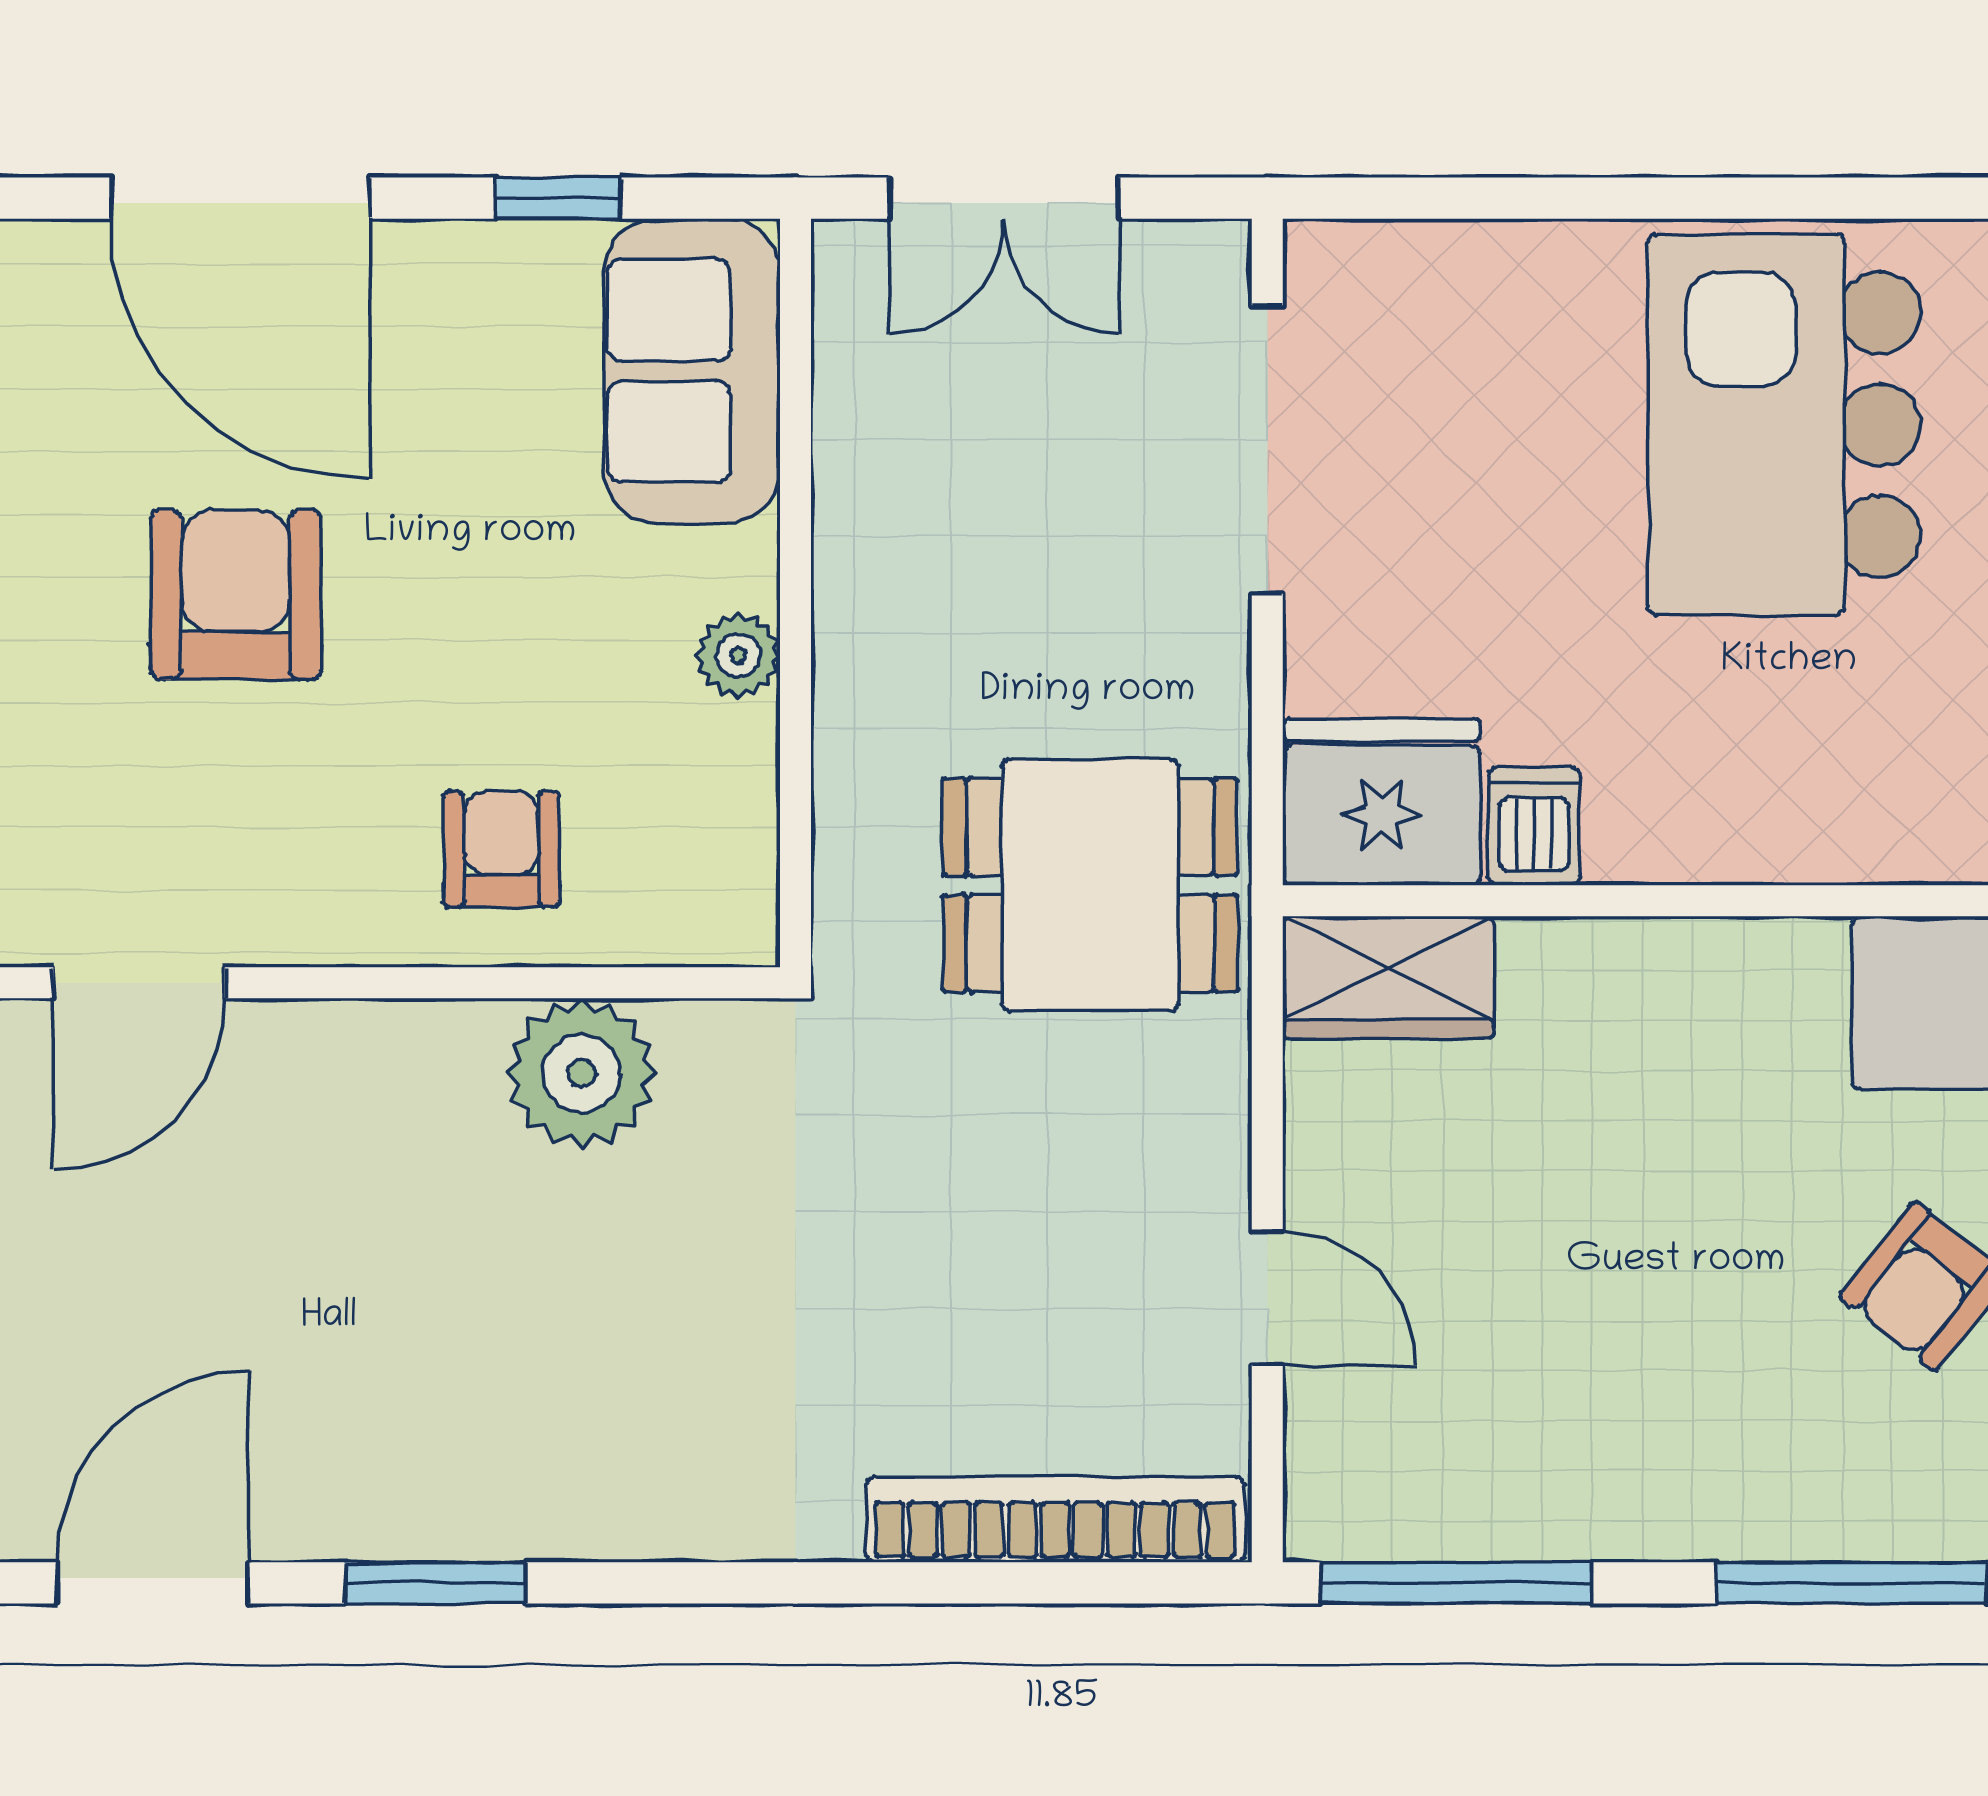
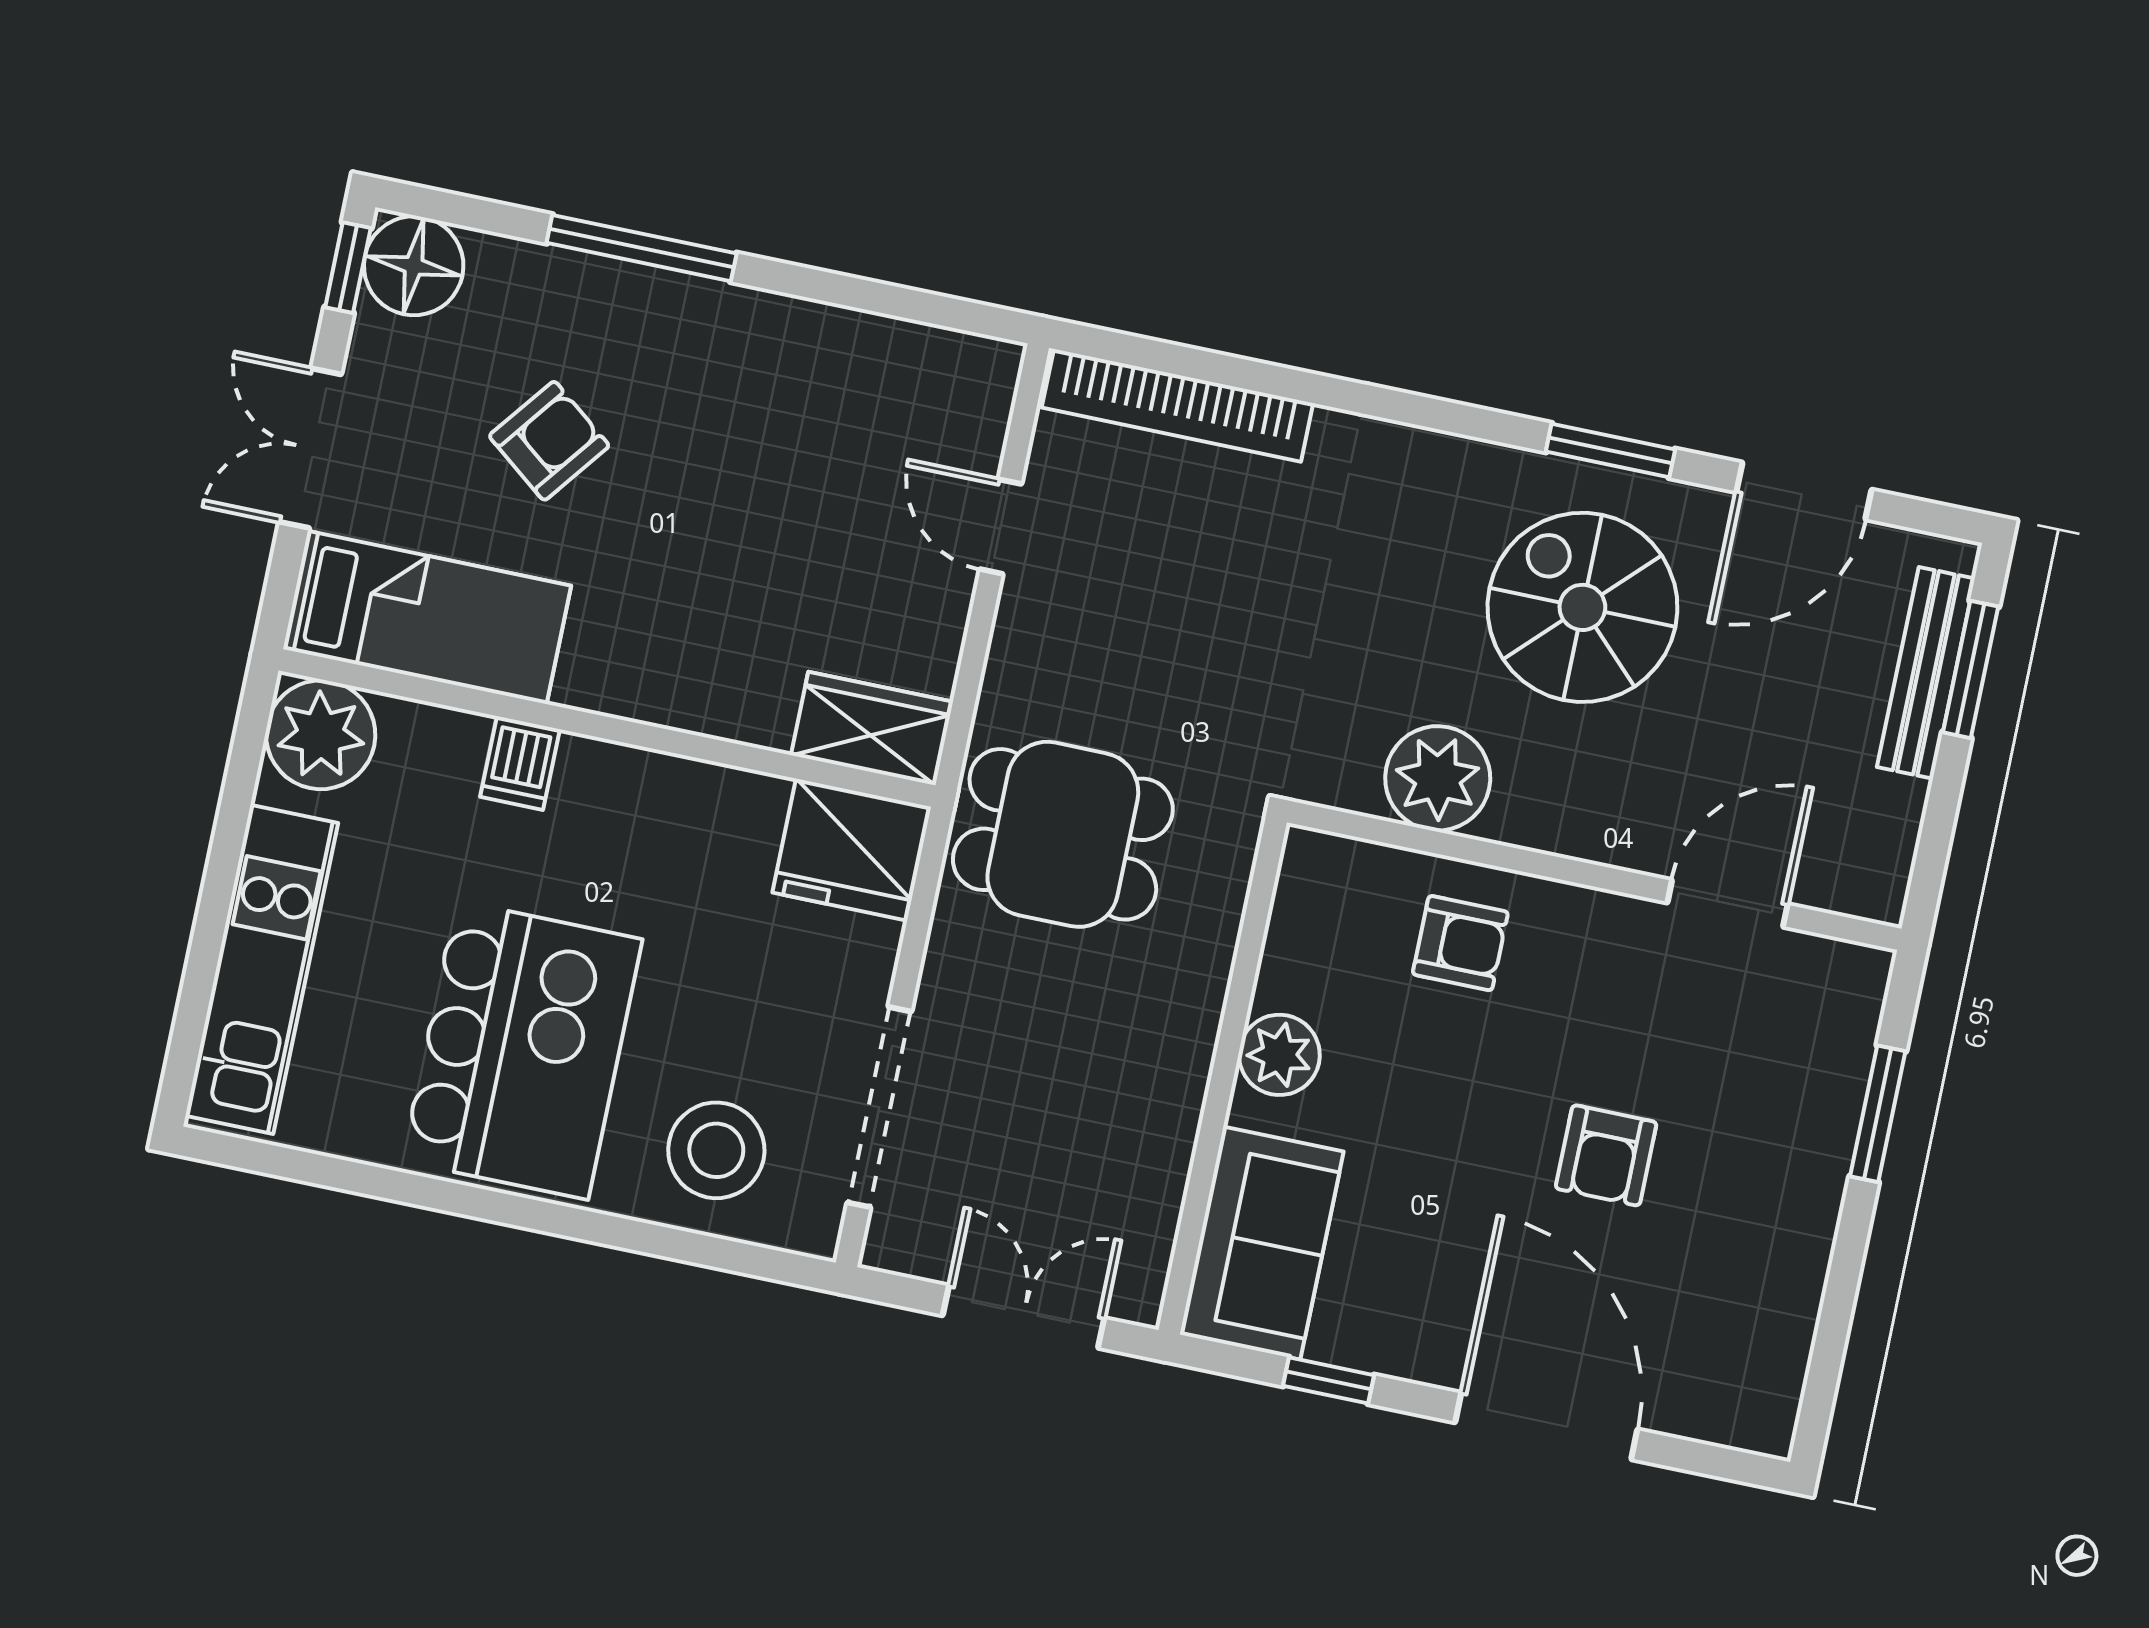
stool: (1483, 341) -> (716, 1150), added
armchair: (235, 594) -> (1606, 1155), width x0.72, depth x0.72
plant: (738, 655) -> (1279, 1055), width x1.38, depth x1.38
dishwasher: (1534, 826) -> (520, 763), moved
armchair: (502, 849) -> (1460, 943), turned -90
spiral stairs: (429, 1355) -> (1582, 607), added
window: (1456, 1583) -> (912, 305), removed

